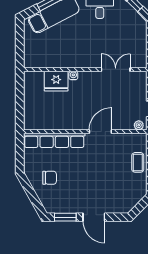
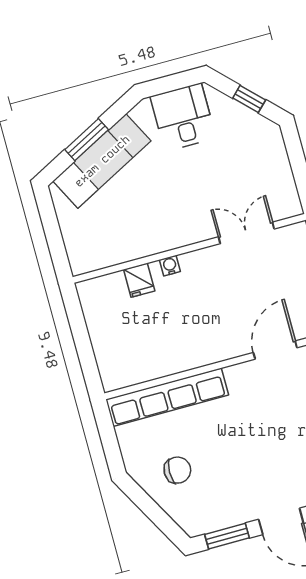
fridge: (56, 81) -> (139, 280), width x0.53, depth x0.75
door: (100, 132) -> (275, 350), moved

